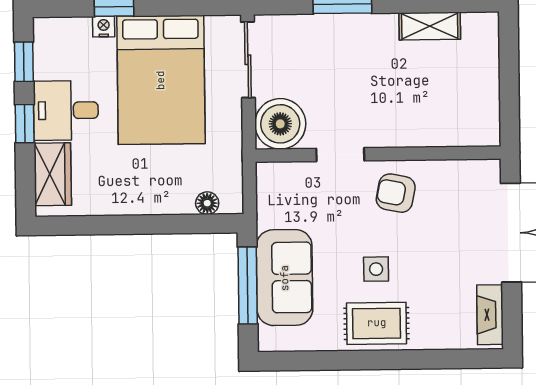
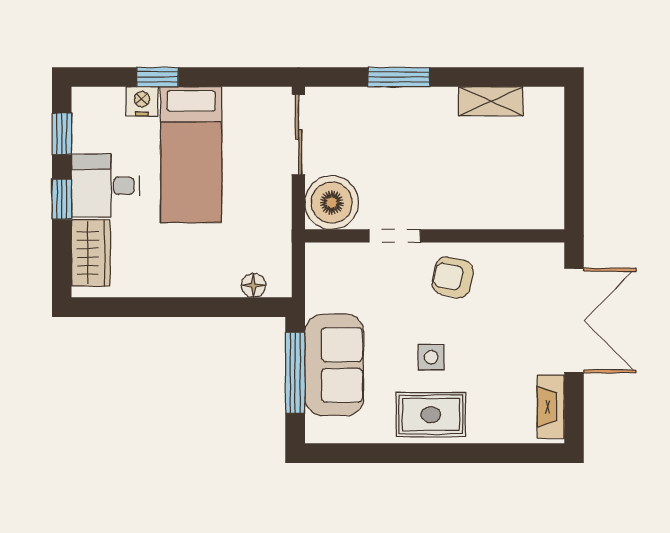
nightstand: (104, 27) -> (142, 101), width x1.39, depth x1.35
bed: (161, 80) -> (191, 155), width x0.67

